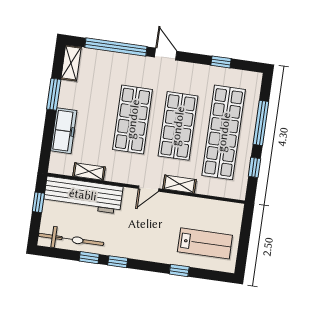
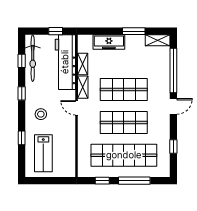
shelving: (180, 184) -> (83, 87), moved
stool: (150, 239) -> (41, 114), added
window: (89, 258) -> (22, 61), moved

